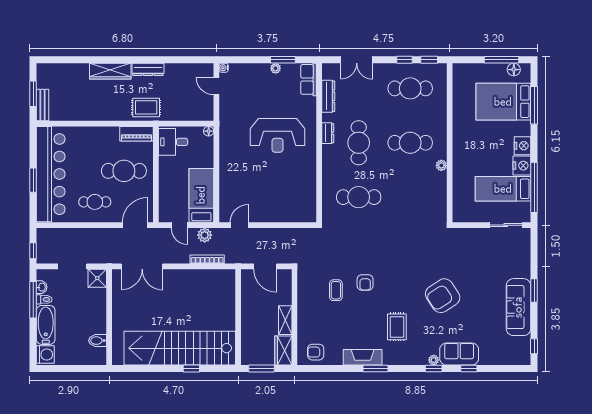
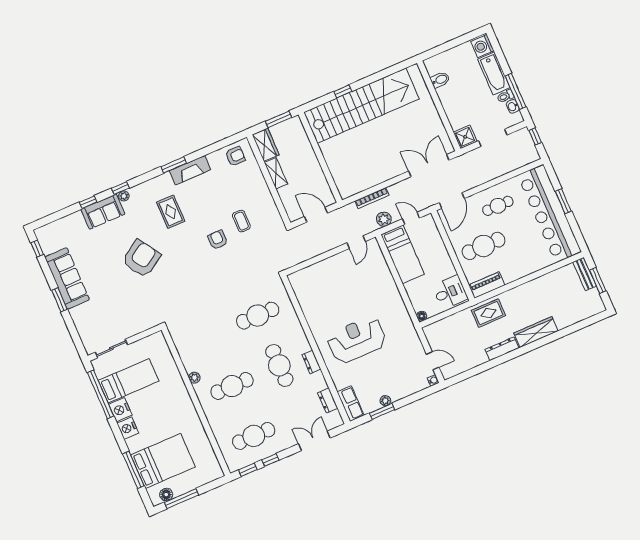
dresser: (328, 96) -> (328, 401), width x0.70

